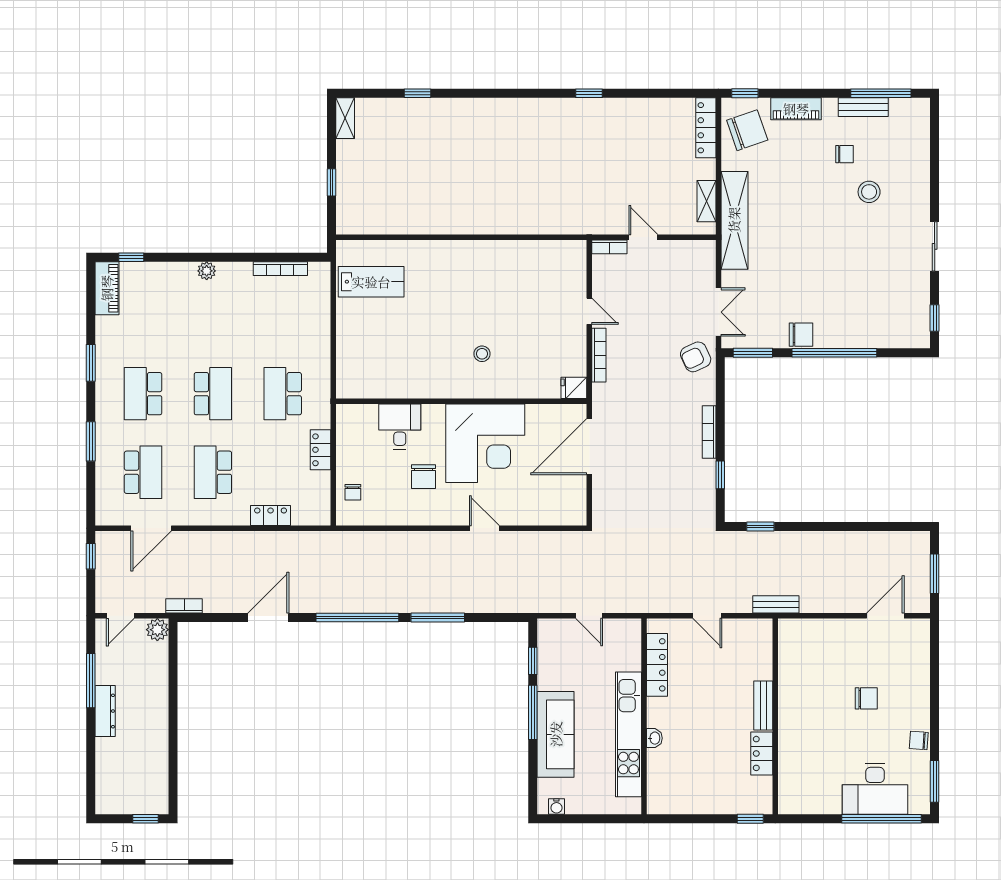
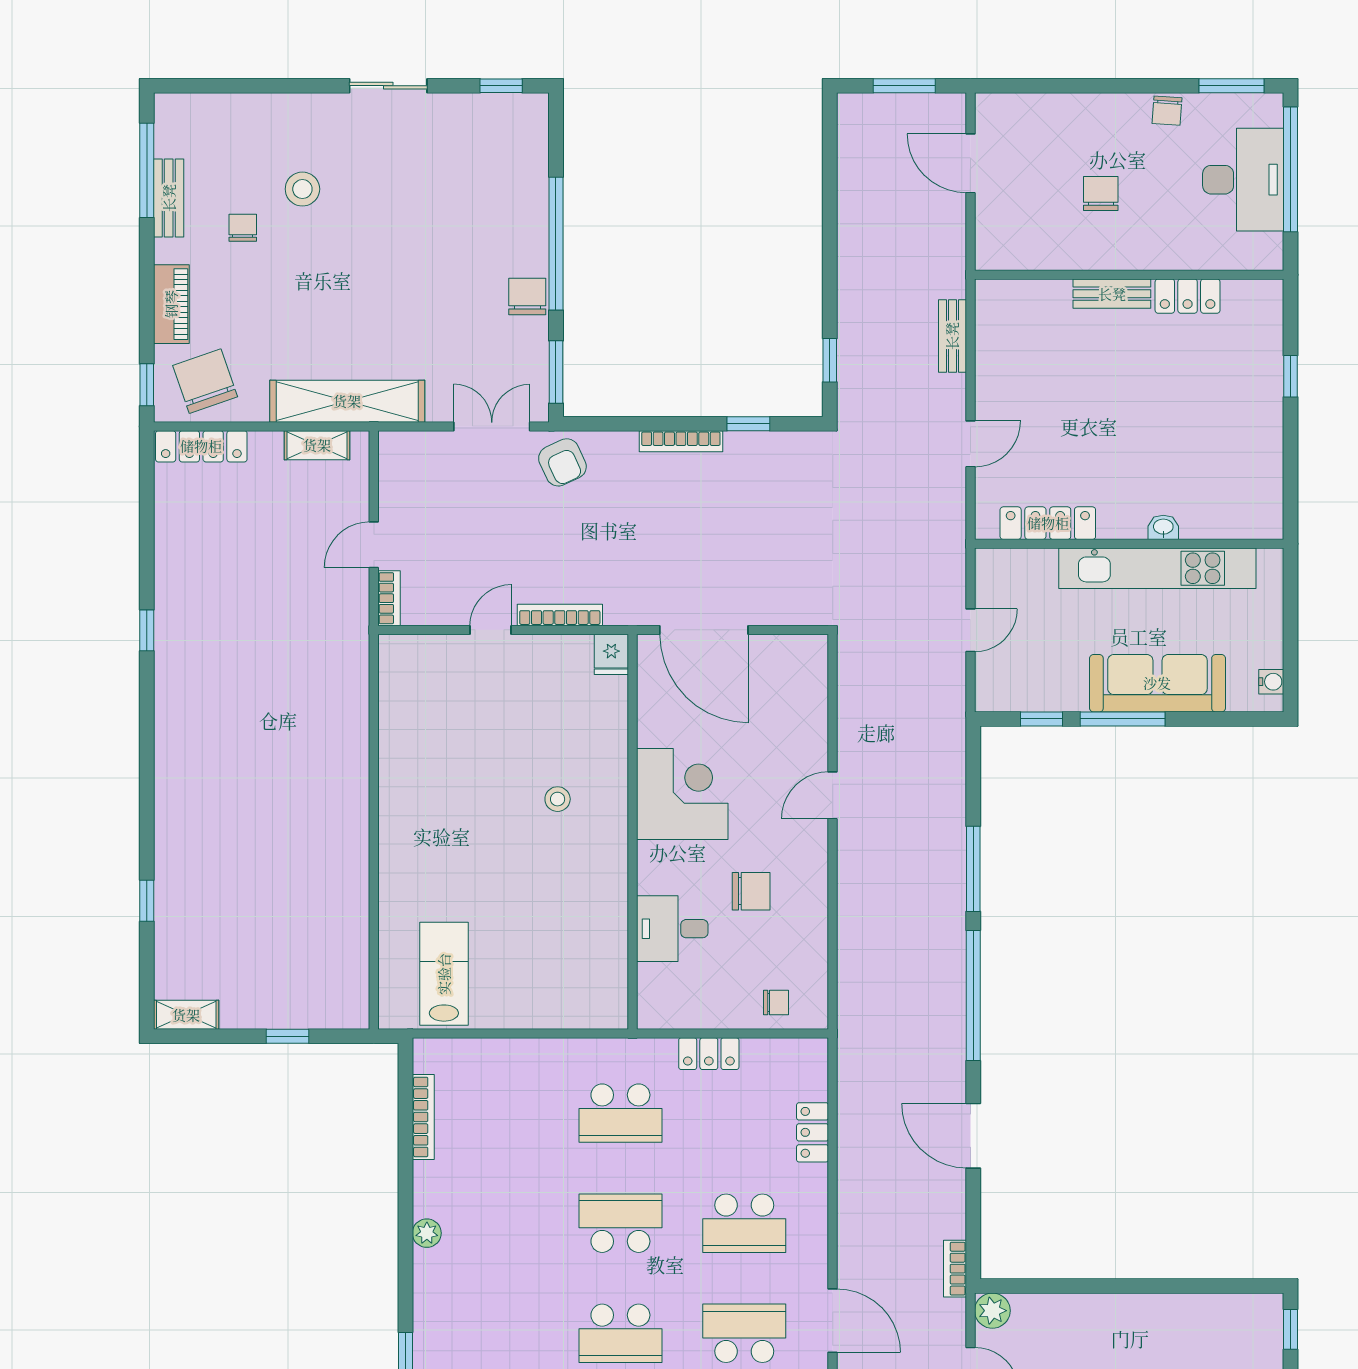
corner desk: (485, 443) -> (682, 794), width x0.74, depth x0.74
bench: (763, 705) -> (1112, 294), moved
wall: (775, 716) -> (1129, 275), moved
locker: (762, 753) -> (1188, 296), moved

